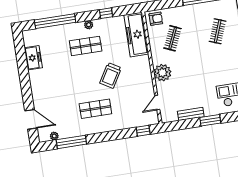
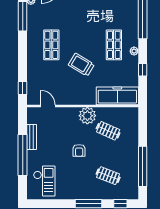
armchair: (156, 19) -> (79, 150), moved
plant: (162, 73) -> (87, 116), moved
window: (210, 120) -> (23, 155), width x2.11

